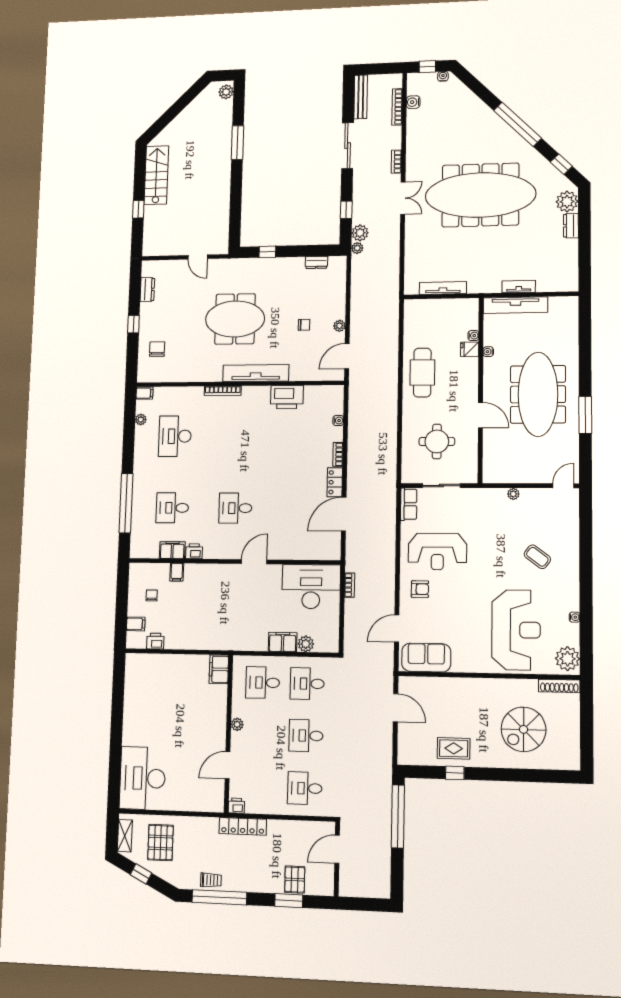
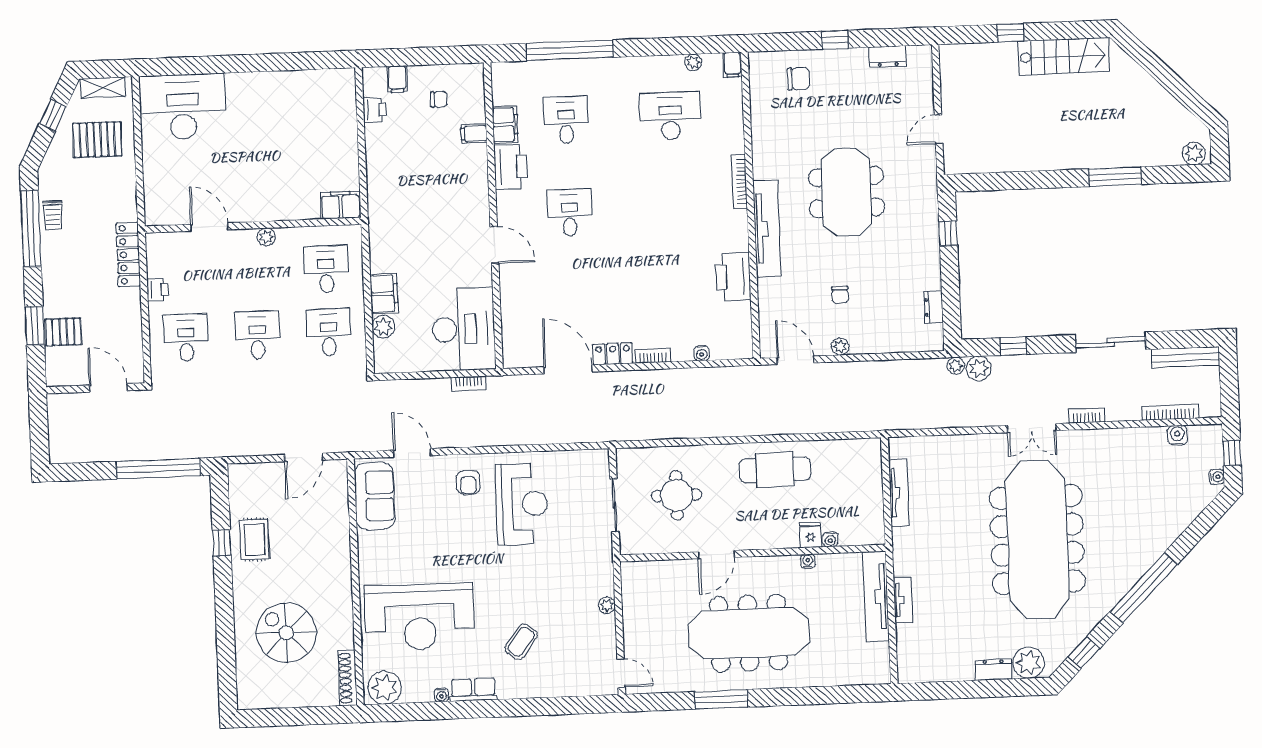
row of seats: (409, 504) -> (473, 690), moved, turned 180
printer: (194, 551) -> (511, 167), width x1.87, depth x1.48
reception desk: (437, 552) -> (522, 504), turned 180
printer: (236, 806) -> (157, 290), moved

